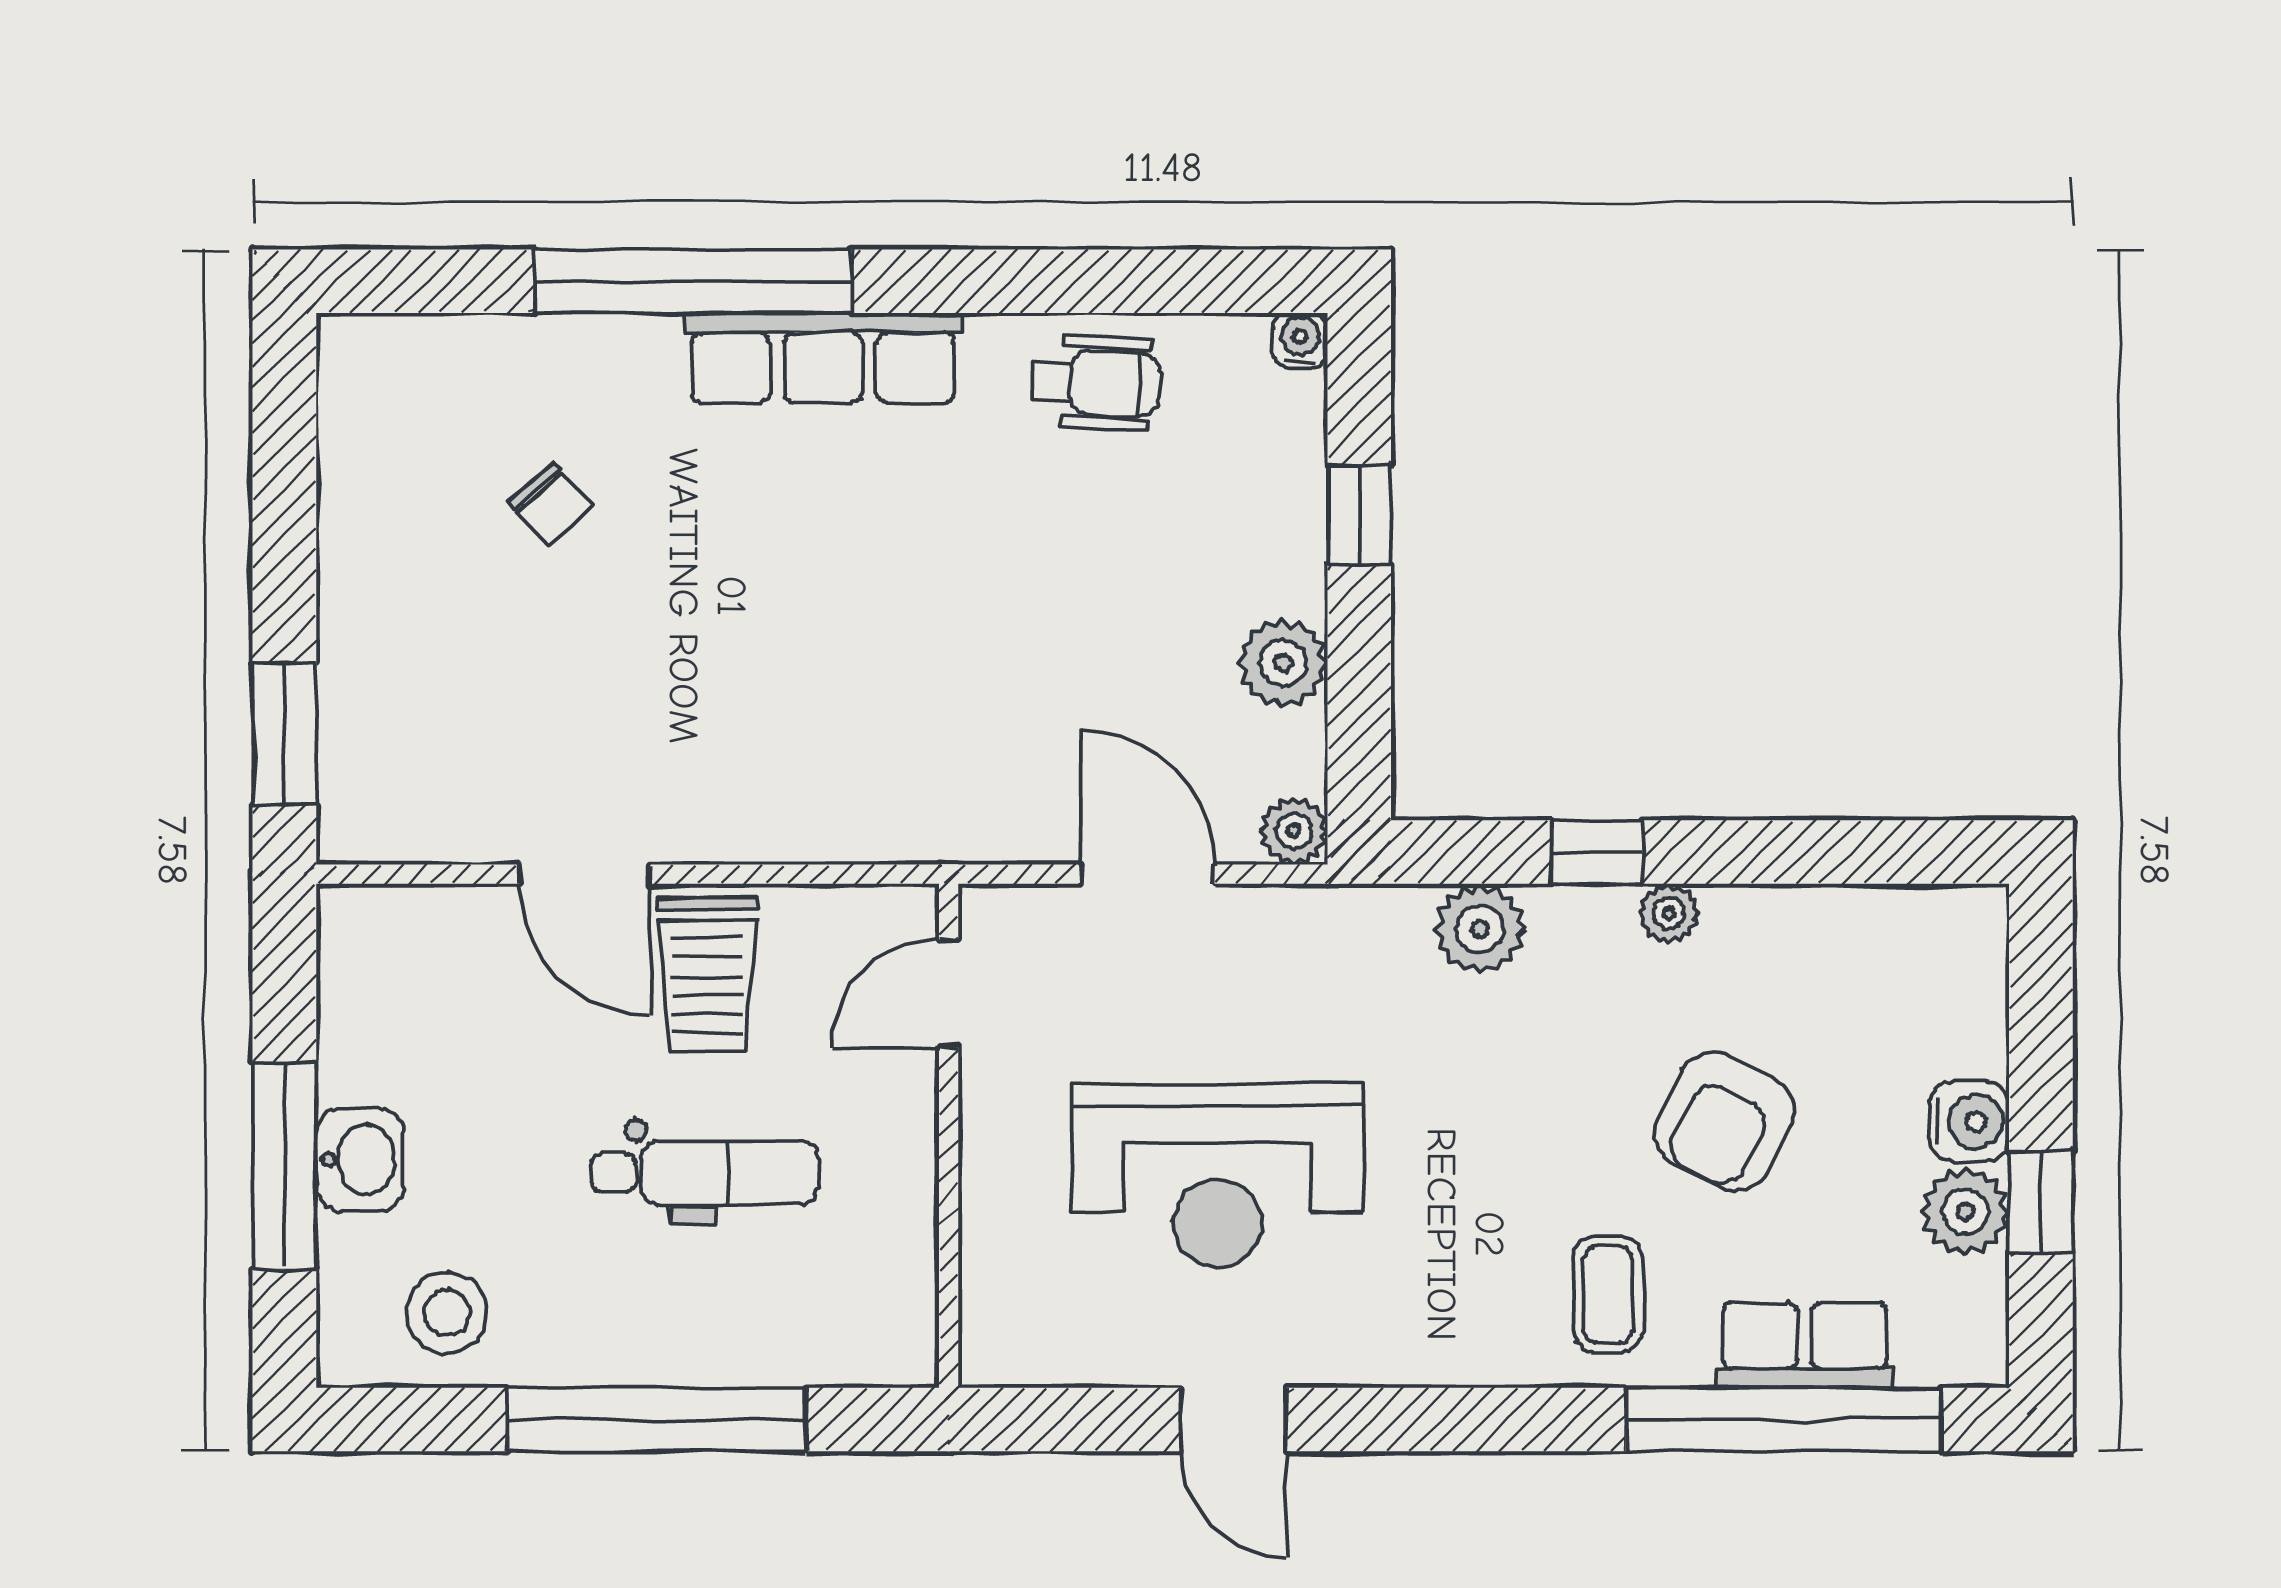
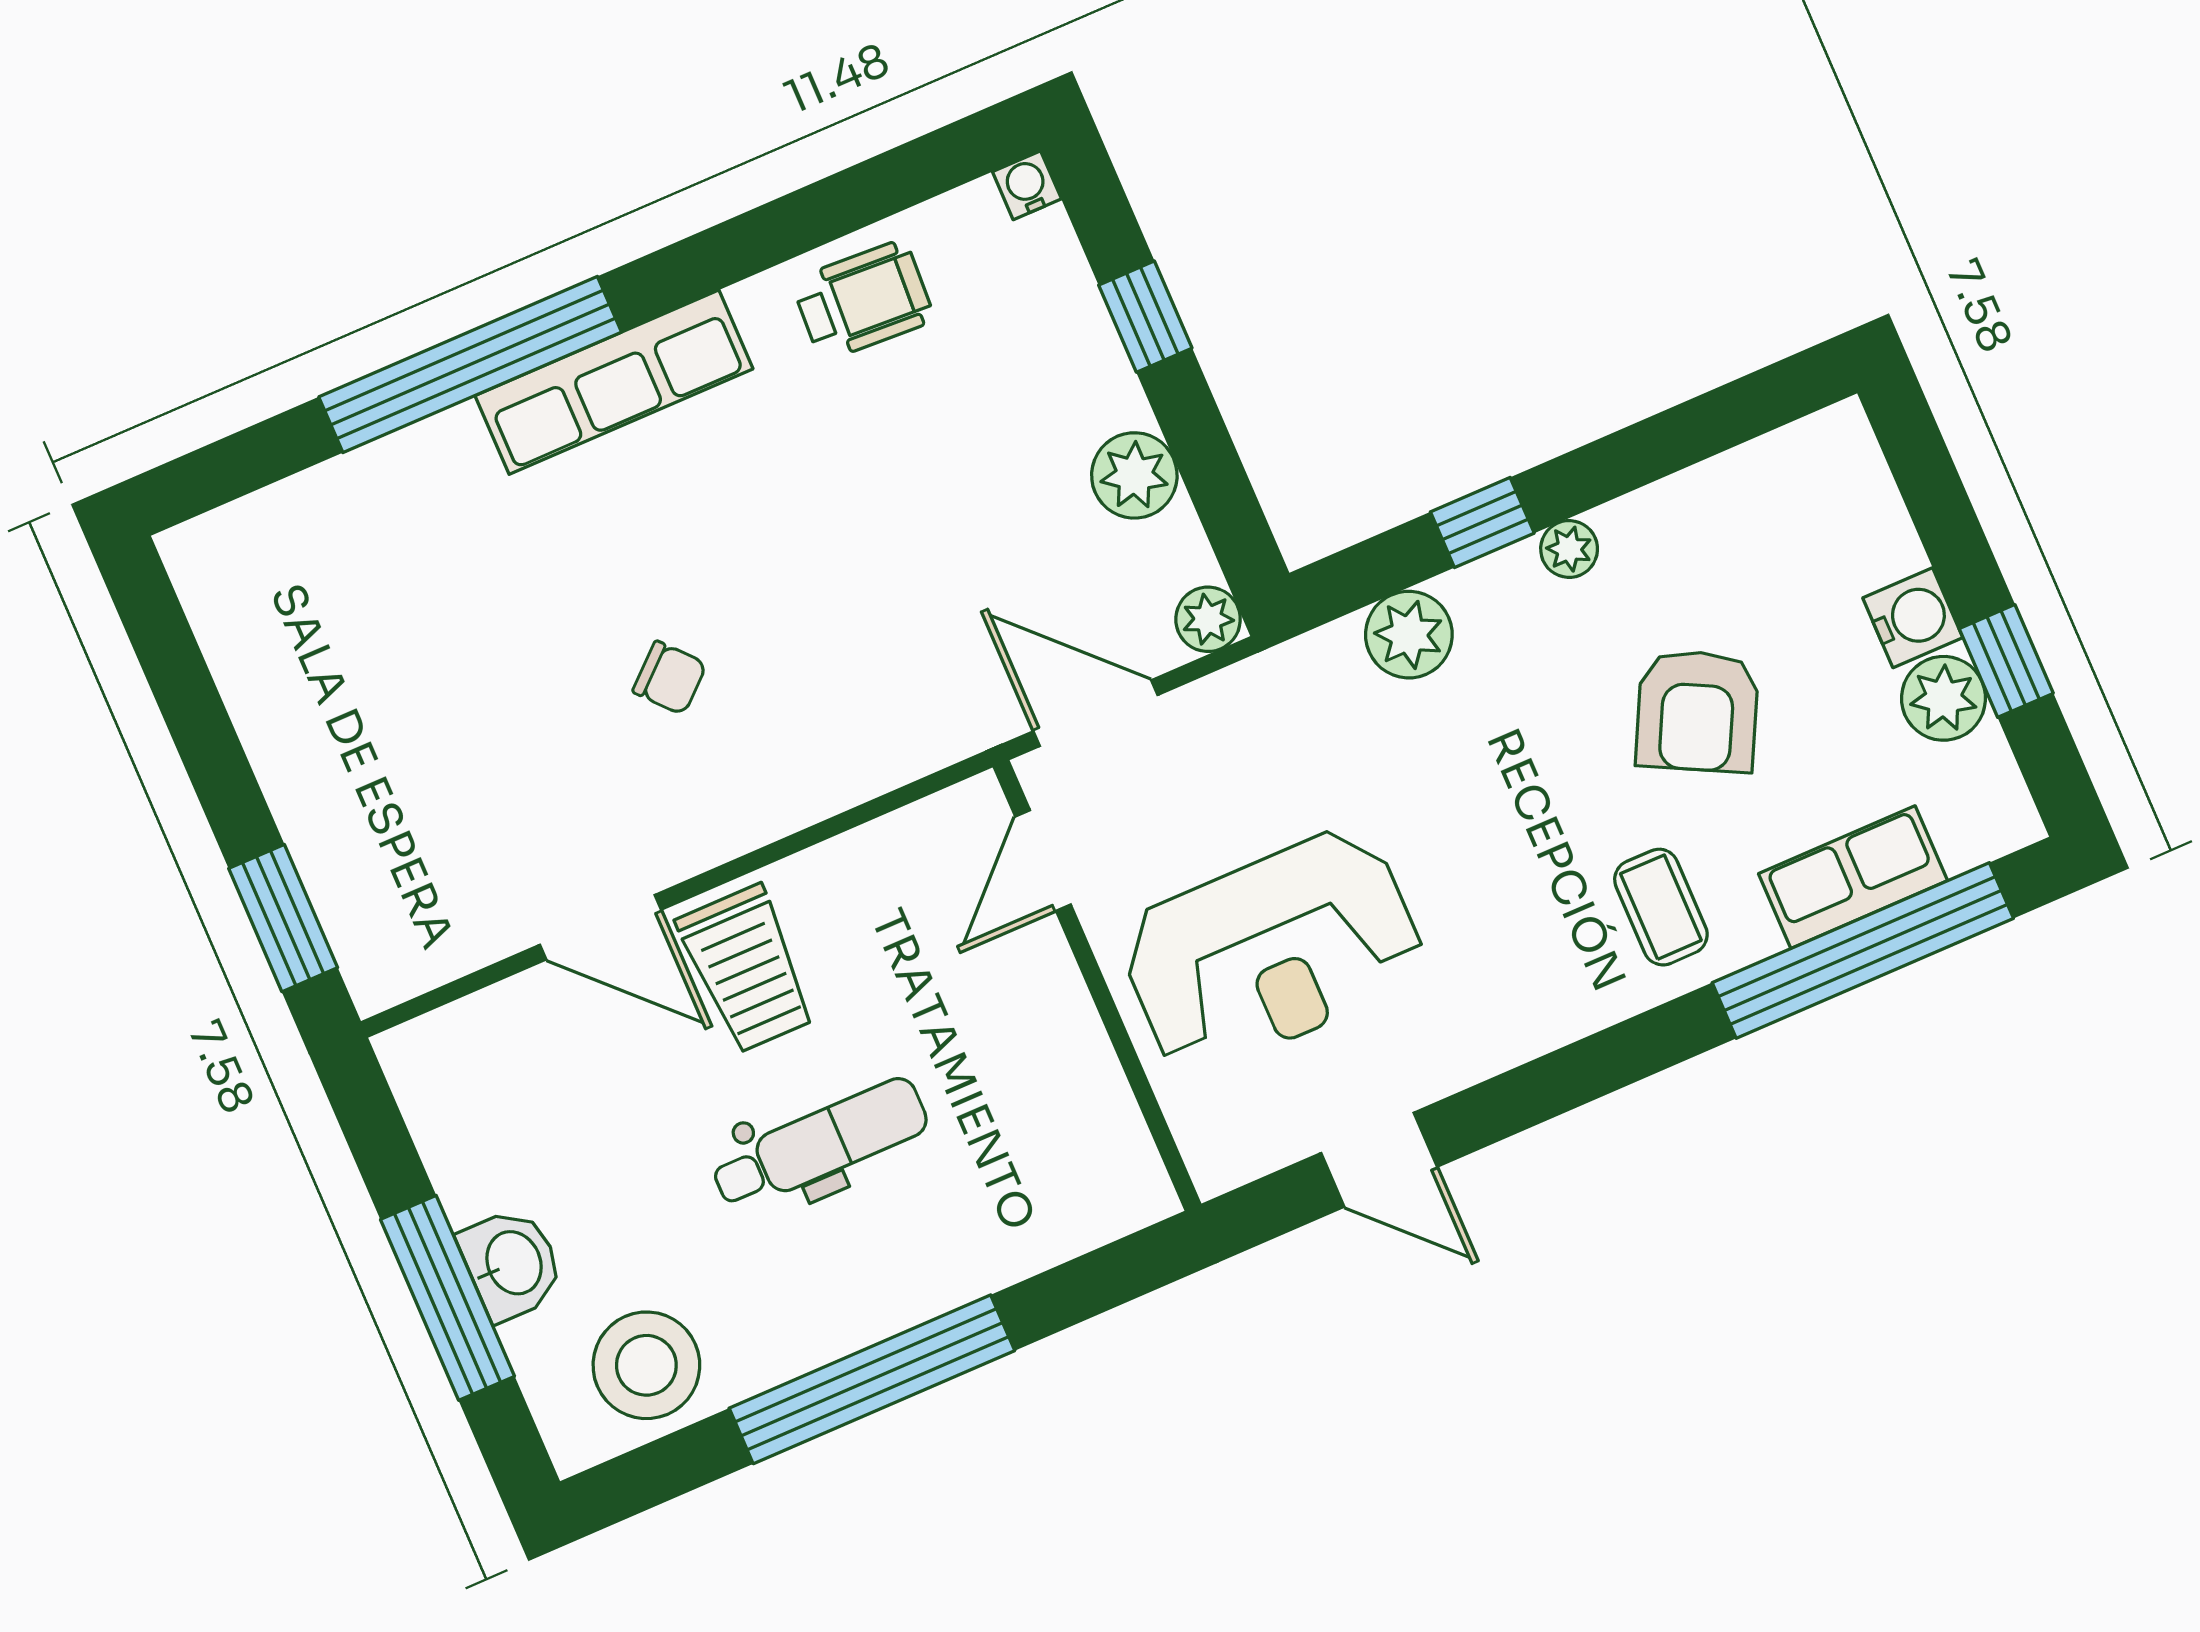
chair: (551, 504) -> (670, 678), moved
door: (949, 994) -> (1043, 861), moved
wall: (949, 1136) -> (1097, 986), moved
stool: (447, 1313) -> (646, 1365), width x1.38, depth x1.38

